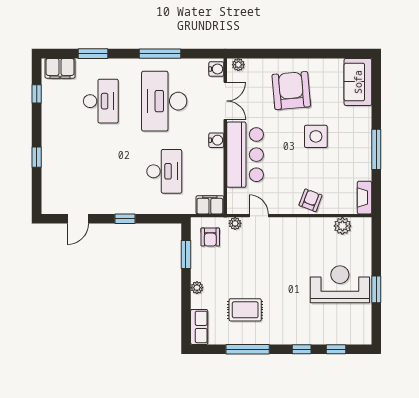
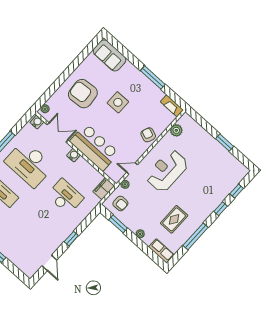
reception desk: (340, 284) -> (167, 171), moved

